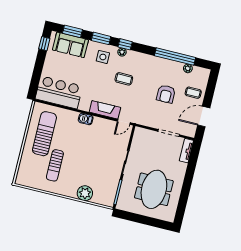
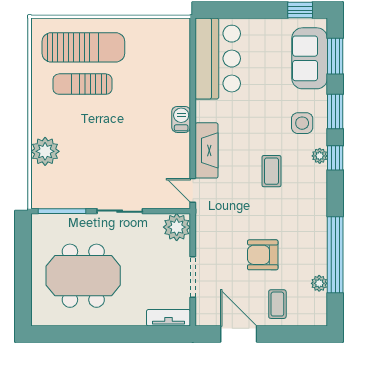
sun lounger: (44, 134) -> (83, 47), moved
plant: (141, 135) -> (177, 227), added

